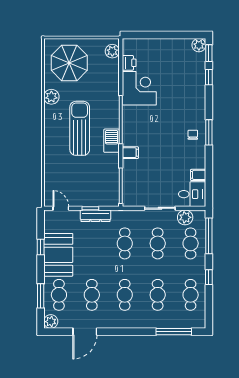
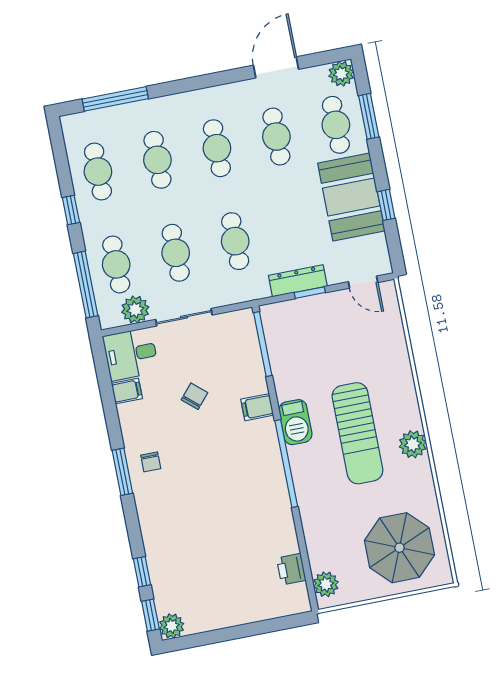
corner desk: (139, 88) -> (264, 527), removed
plant: (51, 97) -> (413, 444), moved
chair: (163, 165) -> (194, 396), added

